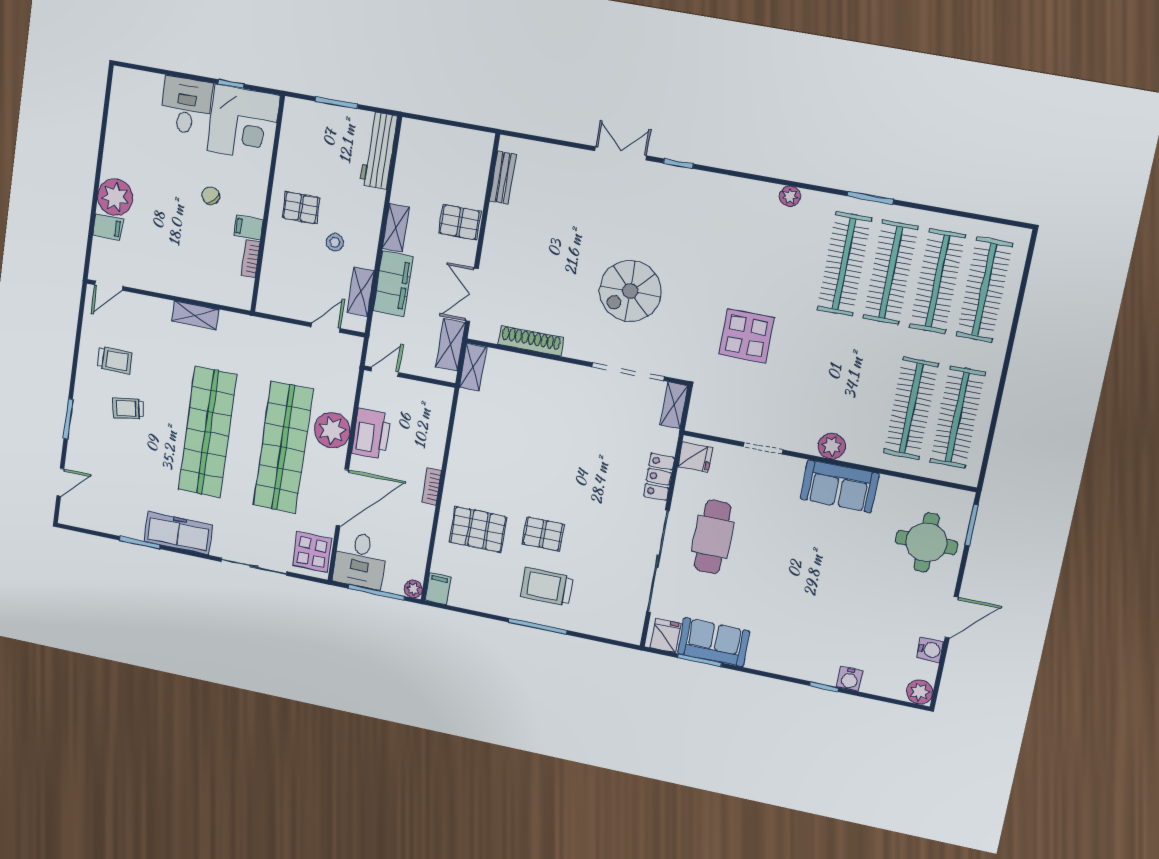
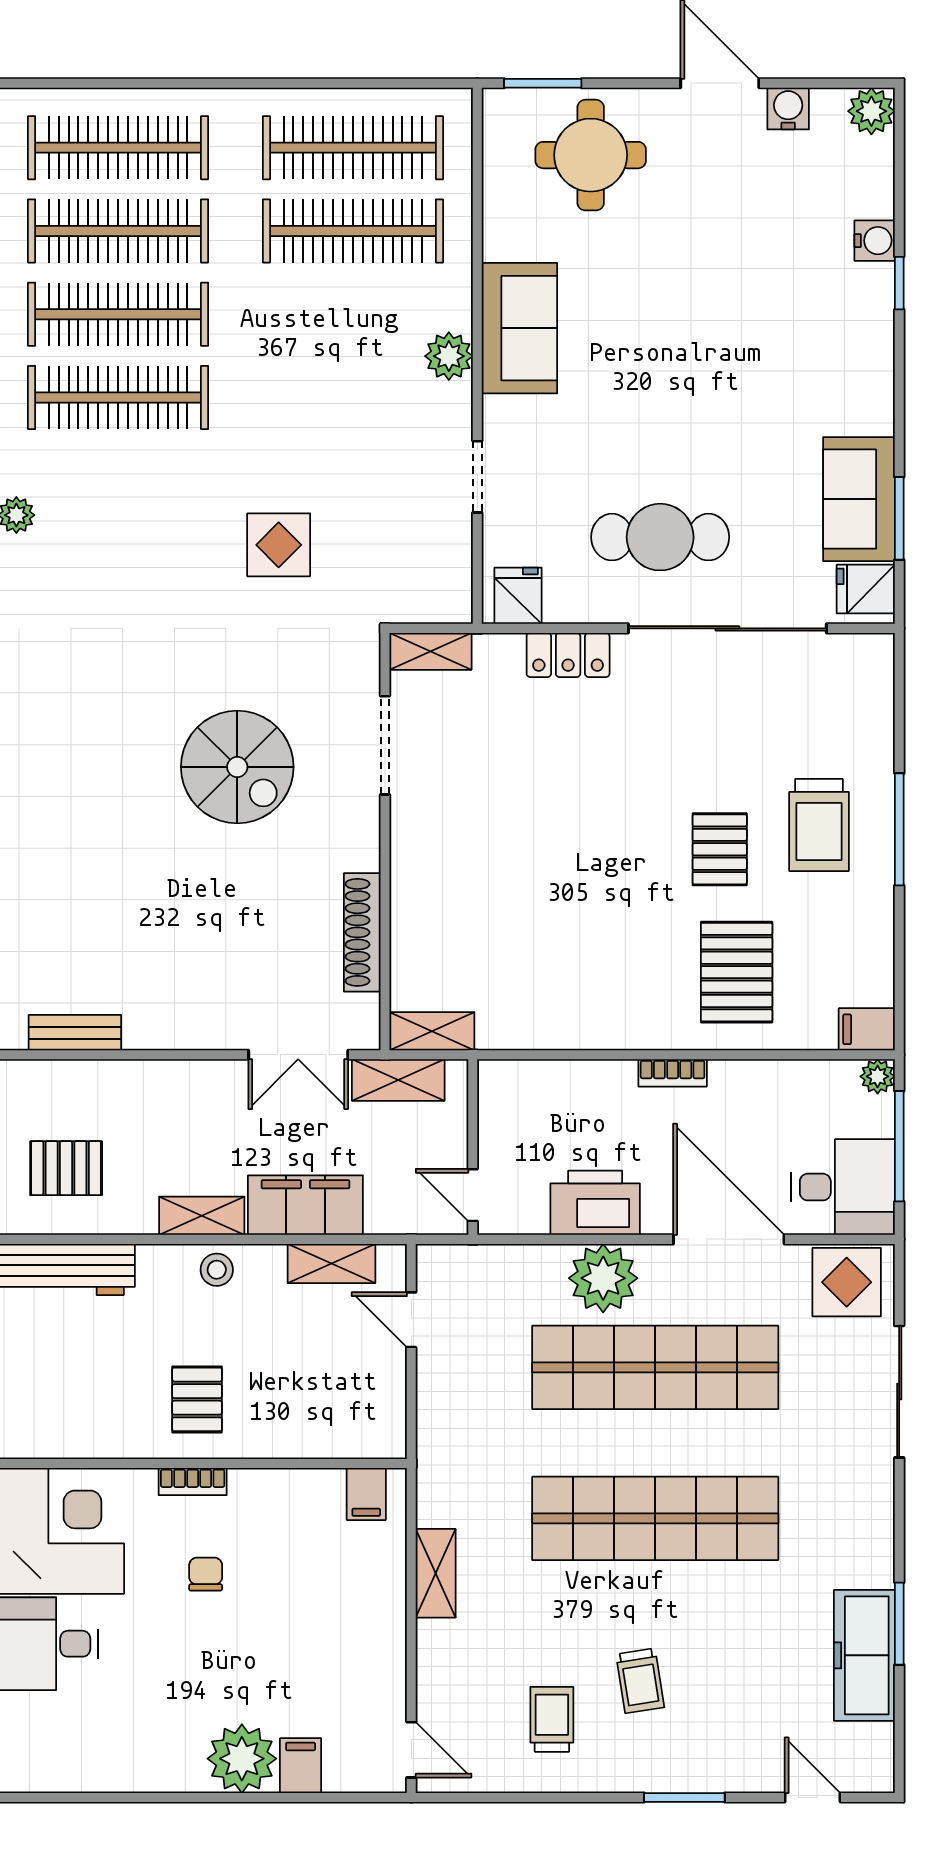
chair: (211, 196) -> (206, 1574), turned 137
pallet: (460, 222) -> (66, 1168), moved, turned 90
filing cabinet: (248, 228) -> (366, 1494), moved
stool: (335, 242) -> (217, 1270), moved
bookcase: (251, 259) -> (193, 1482), moved
display table: (746, 336) -> (279, 545), width x0.73, depth x0.73
doorway: (628, 372) -> (385, 745), width x0.73
freezer: (178, 533) -> (864, 1655), moved

